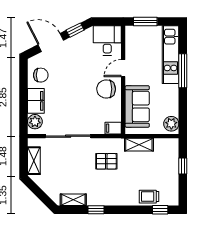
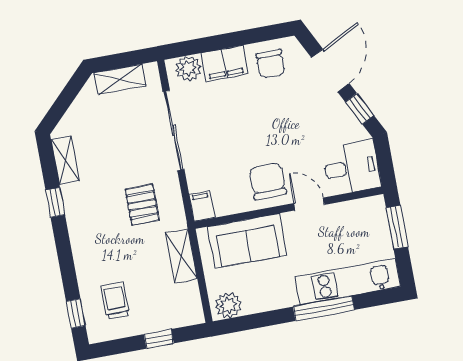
trolley: (149, 197) -> (115, 301), moved

